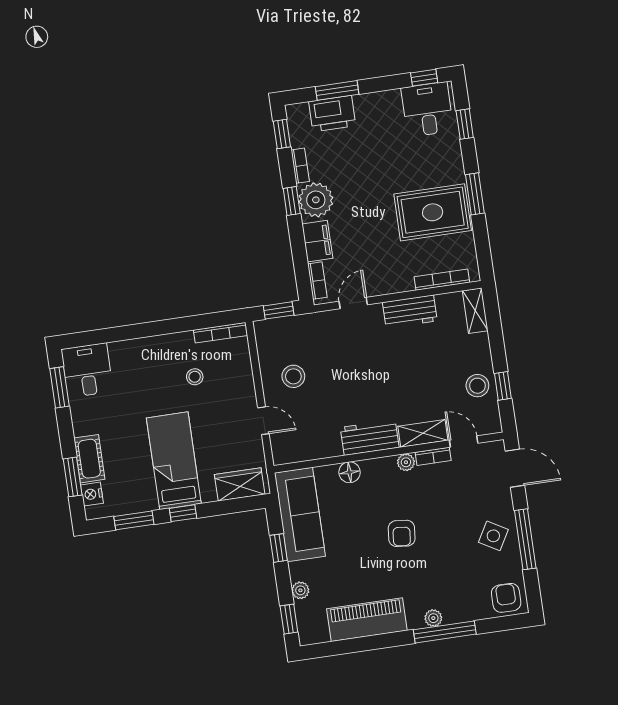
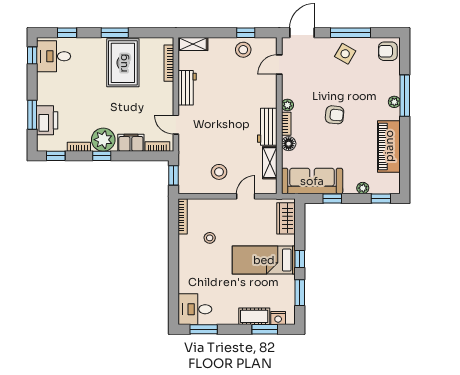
shelving: (423, 433) -> (270, 163), moved
bookcase: (433, 456) -> (286, 124), moved

